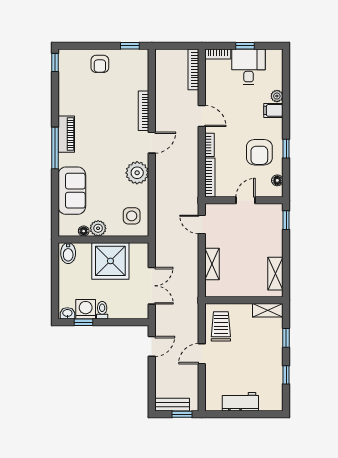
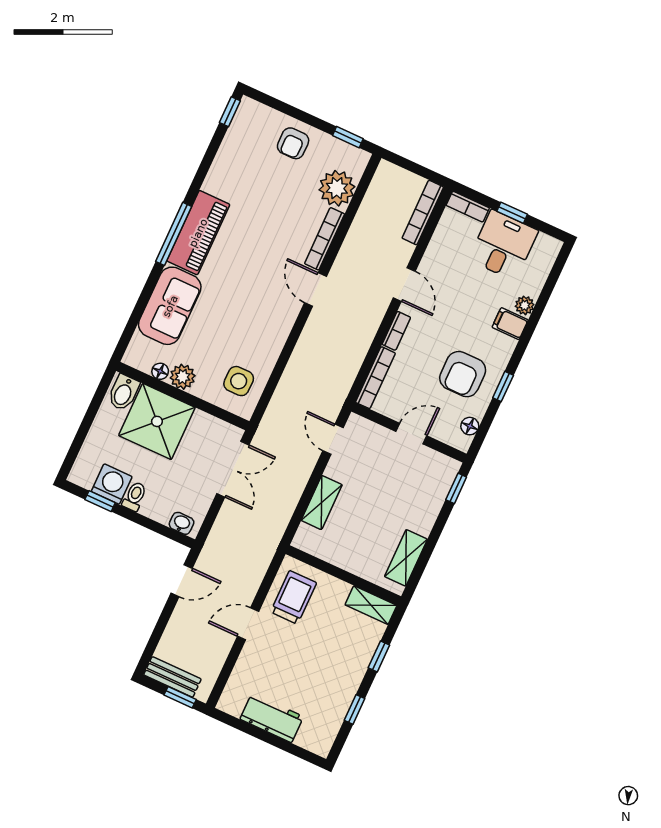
piano: (66, 134) -> (198, 233), width x1.37, depth x1.33
door: (152, 143) -> (315, 290), swing flipped
plant: (137, 173) -> (337, 188), moved
shower: (110, 261) -> (157, 421), moved
double door: (152, 286) -> (233, 469), moved
washbasin: (67, 313) -> (182, 523), moved

